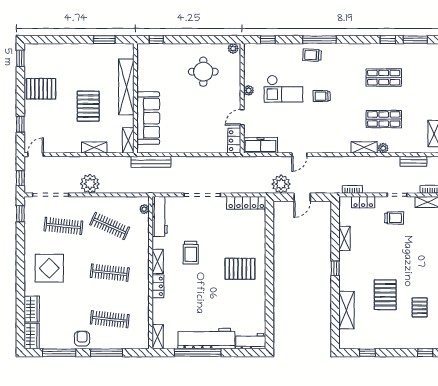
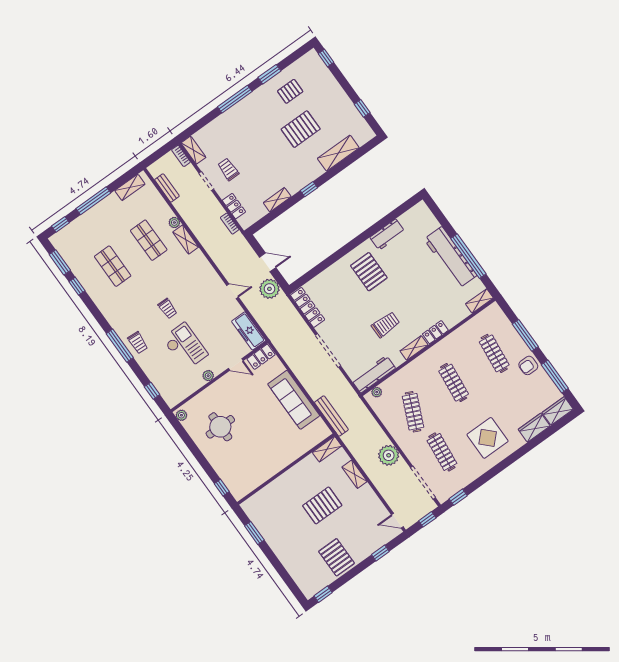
shelving: (126, 87) -> (282, 484), removed
sofa: (148, 118) -> (294, 400), moved, turned -90
workbench: (251, 341) -> (387, 235), moved, turned -90

